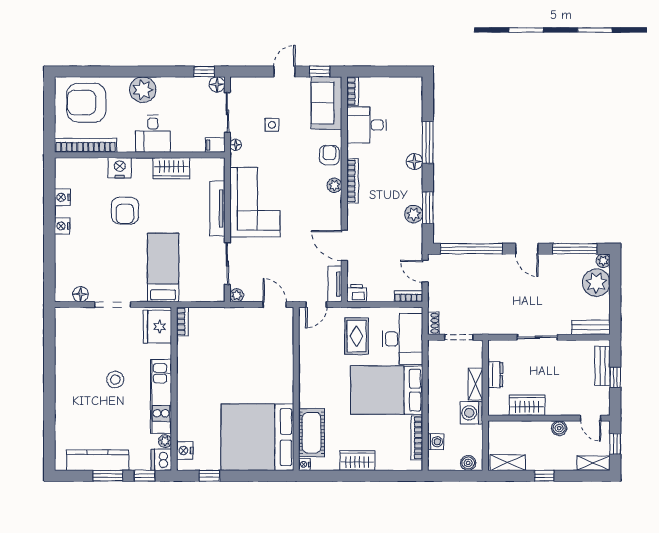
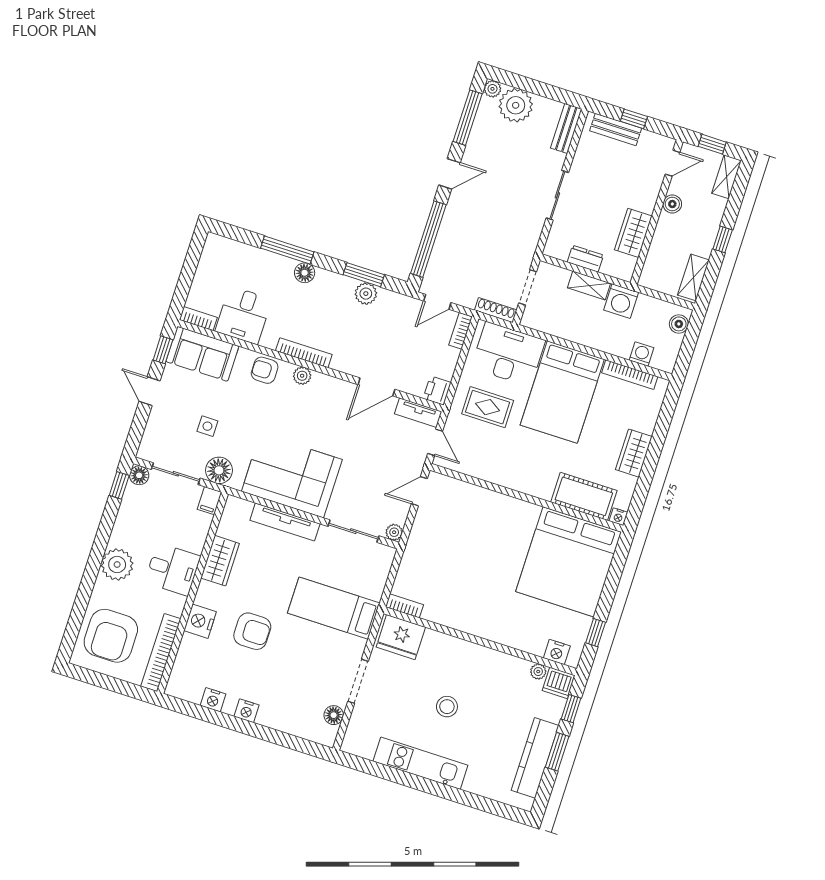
floor lamp: (236, 145) -> (219, 470), width x1.89, depth x1.89
shoe rack: (433, 323) -> (496, 310), width x1.43
kitchen unit: (161, 396) -> (420, 763), moved, turned 180

